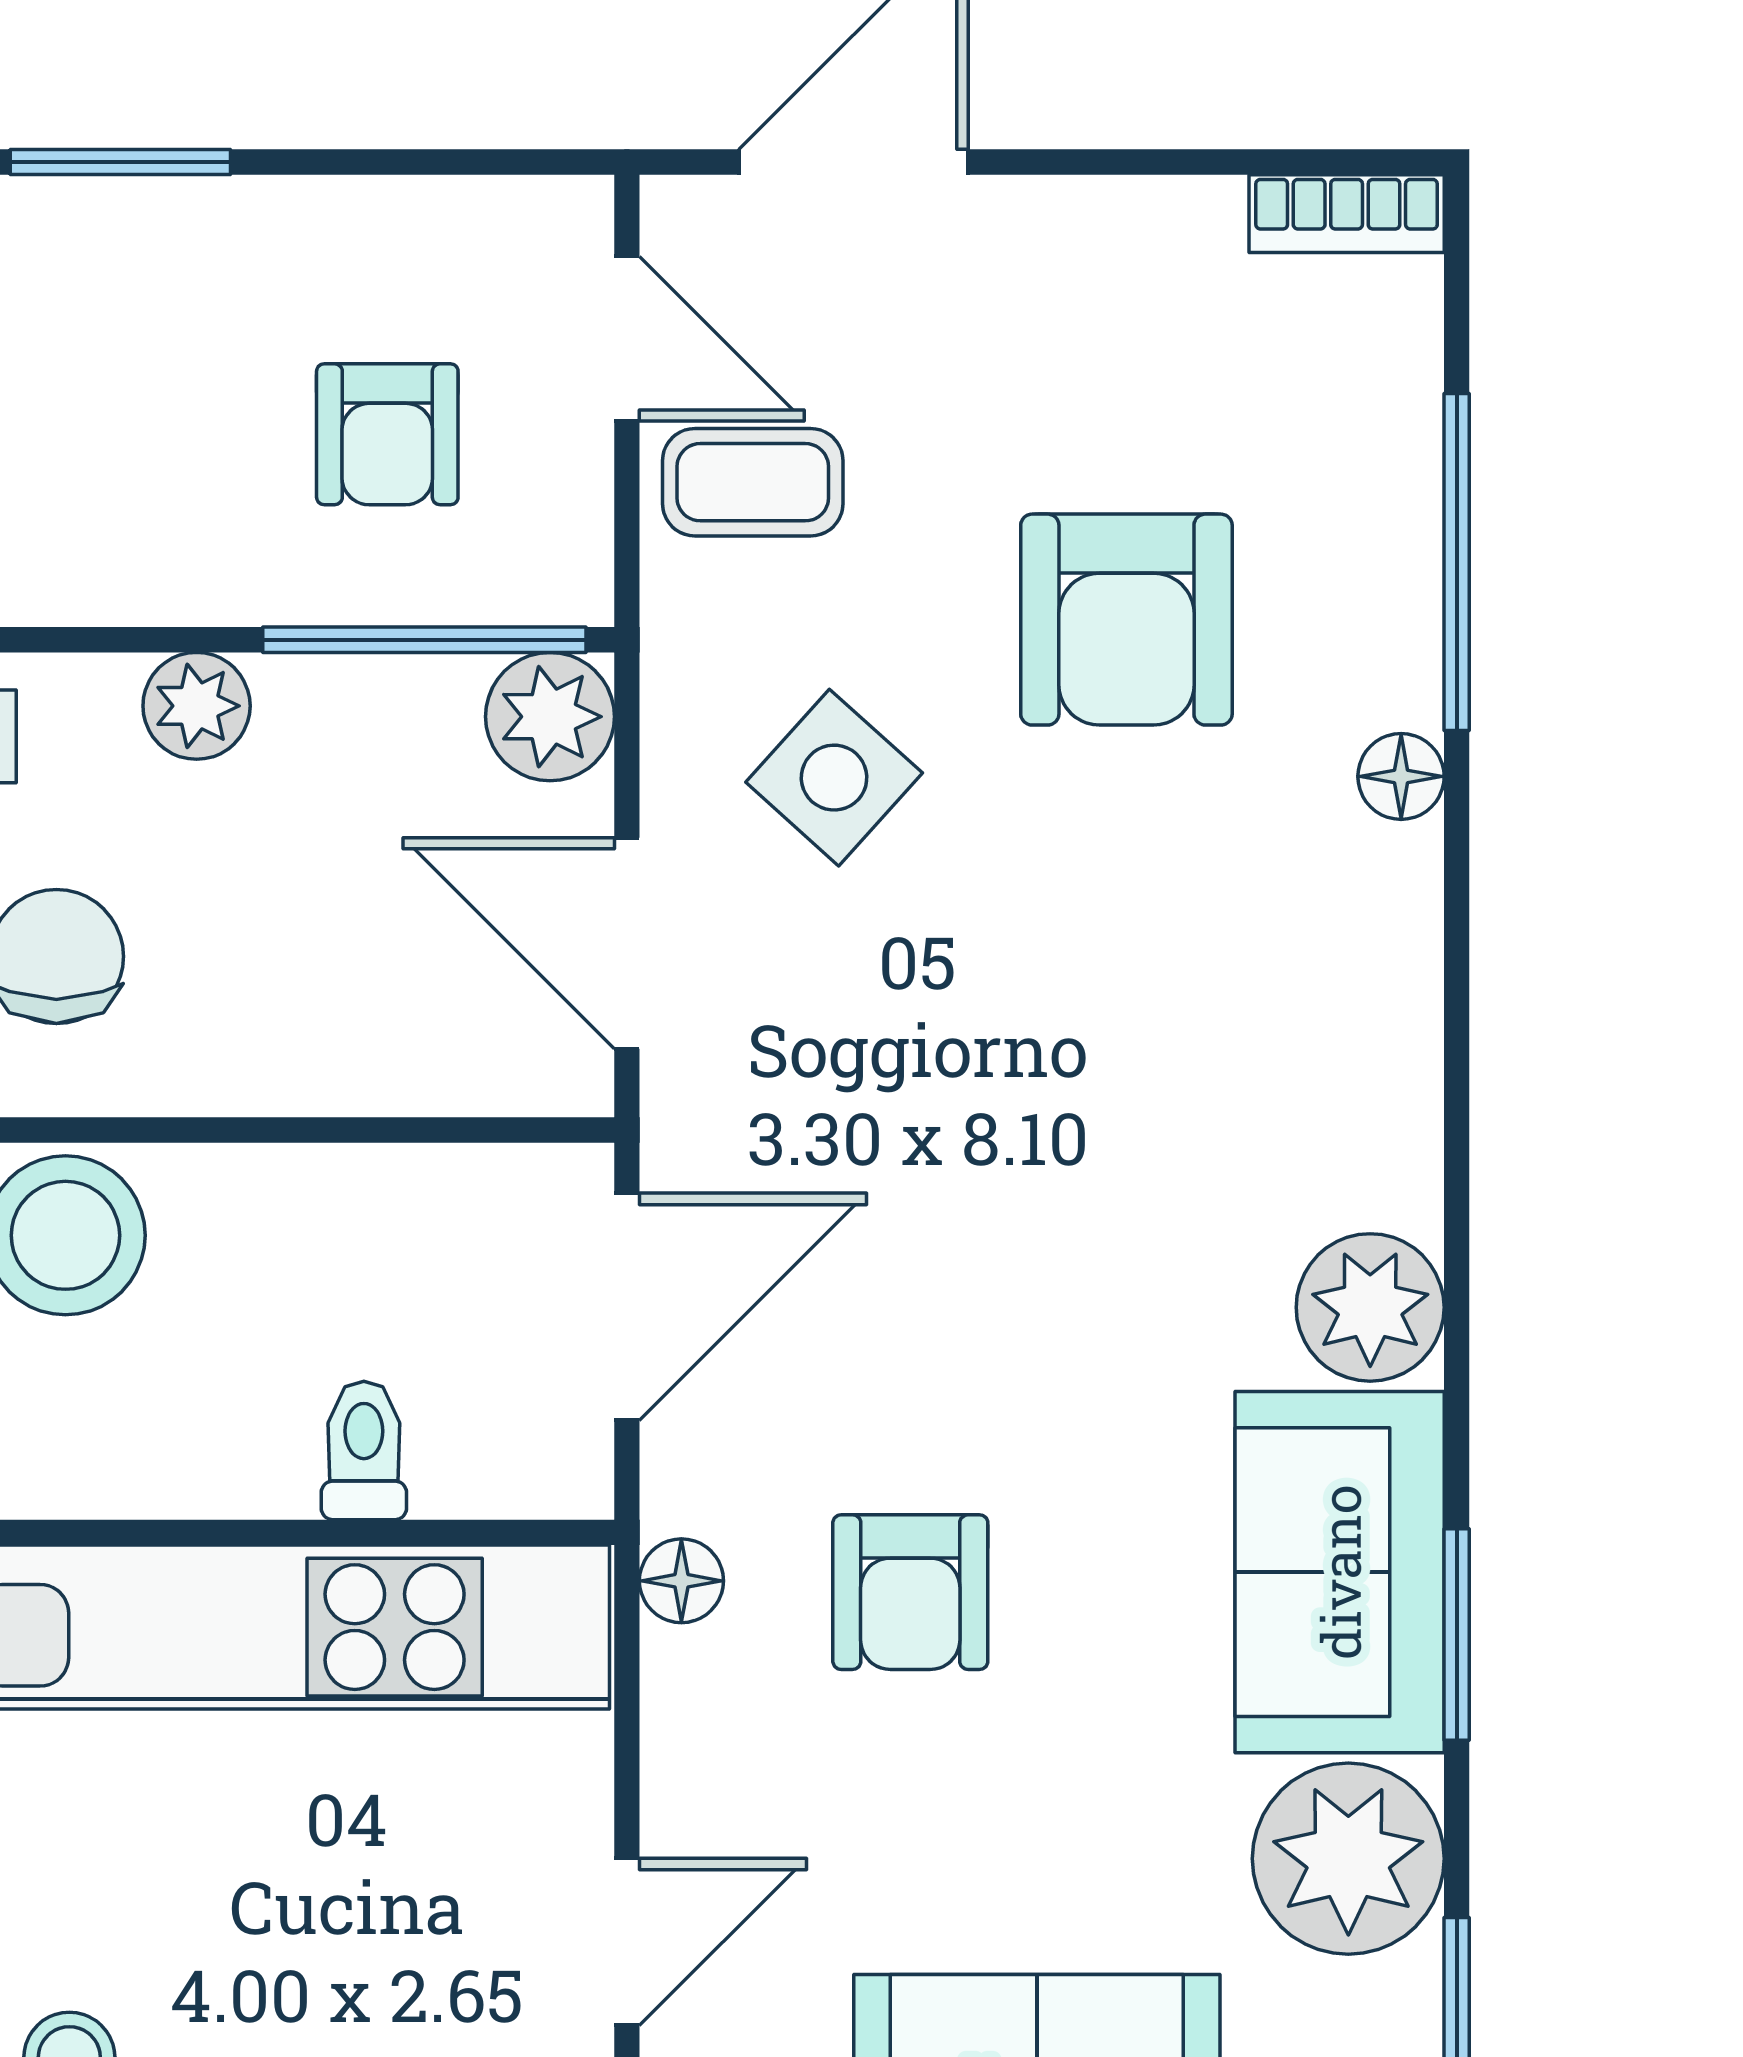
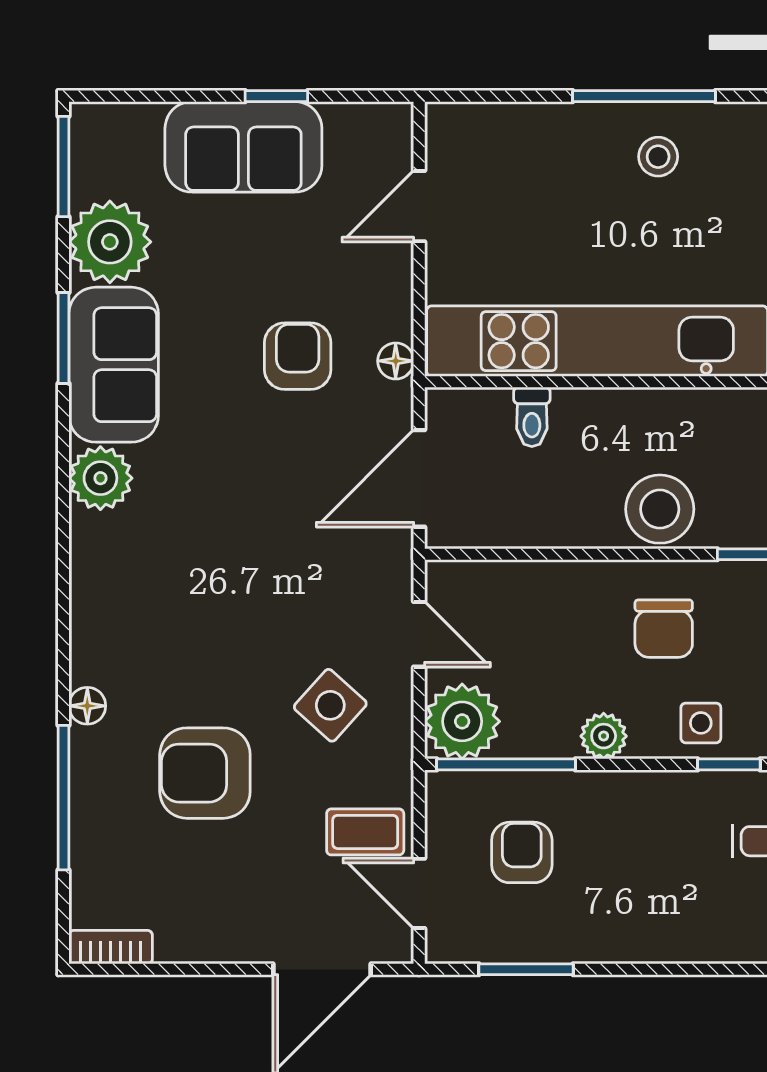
window: (120, 162) -> (526, 969), moved
armchair: (1126, 620) -> (205, 773), turned -90
plant: (550, 717) -> (462, 721), width x1.36, depth x1.36
door: (627, 943) -> (419, 634), width x0.73

